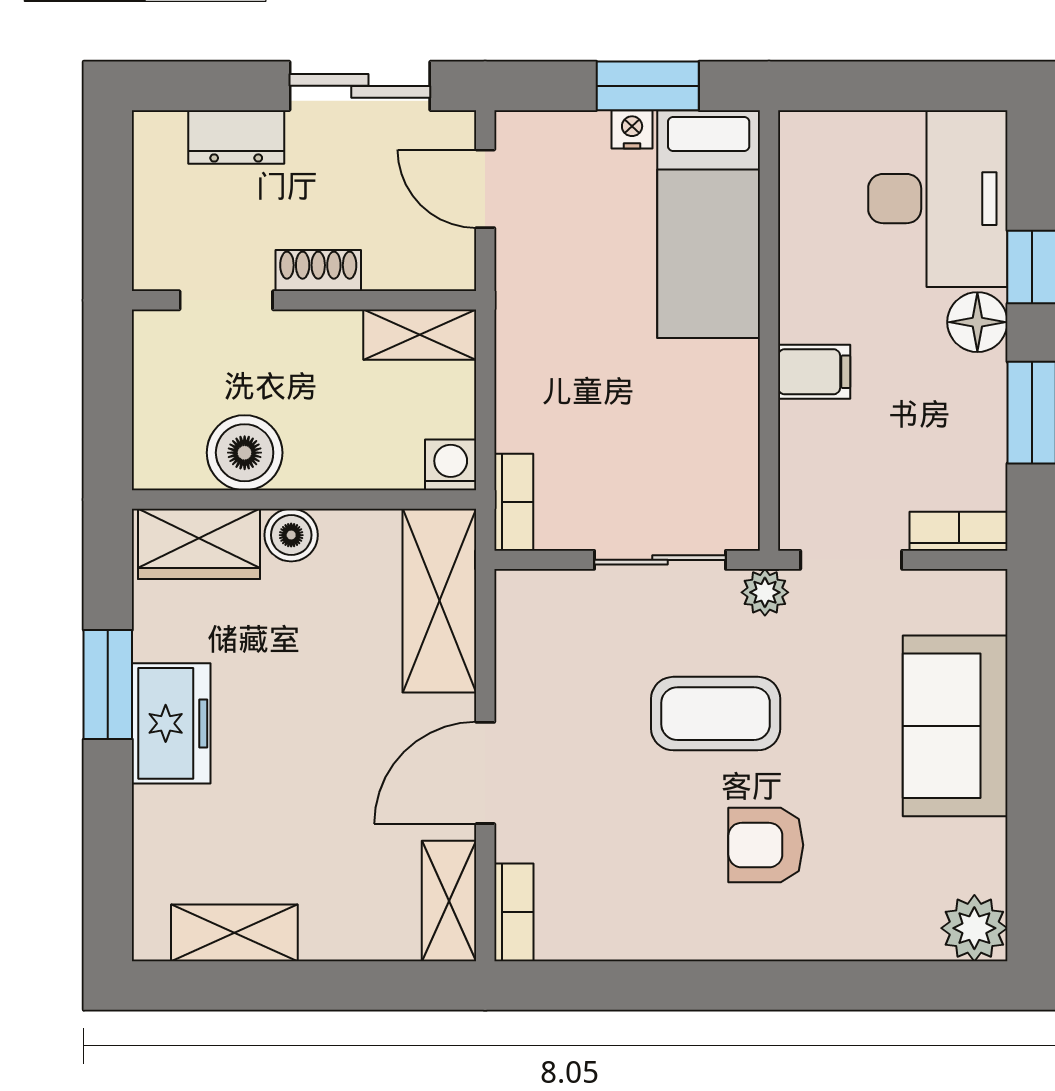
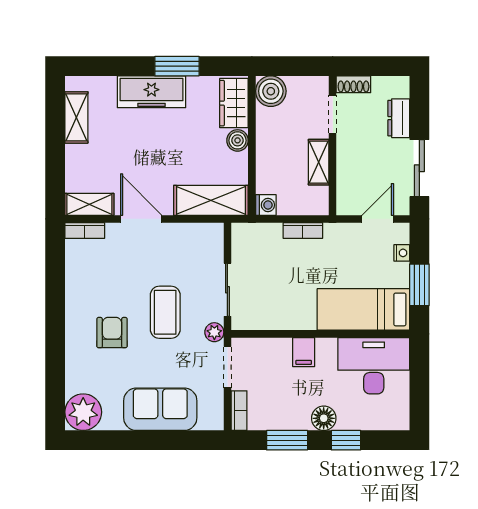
nightstand: (632, 129) -> (402, 253), moved
desk: (938, 199) -> (374, 366), moved, turned 180
shoe rack: (318, 271) -> (353, 84), moved, turned 90
shelving: (420, 335) -> (319, 162), moved
boiler: (245, 453) -> (271, 91), moved
bookcase: (514, 502) -> (303, 231), moved
freezer: (171, 723) -> (151, 92), width x1.40
plant: (974, 928) -> (83, 412), width x1.36, depth x1.36

